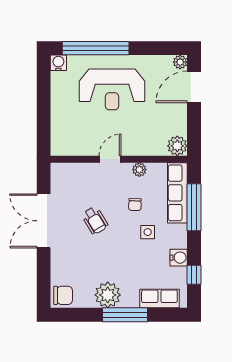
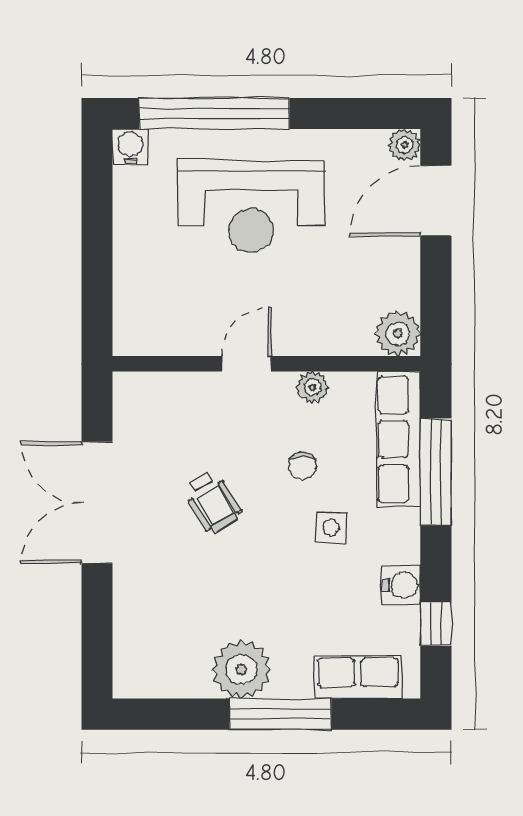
chair: (63, 295) -> (141, 670), removed

